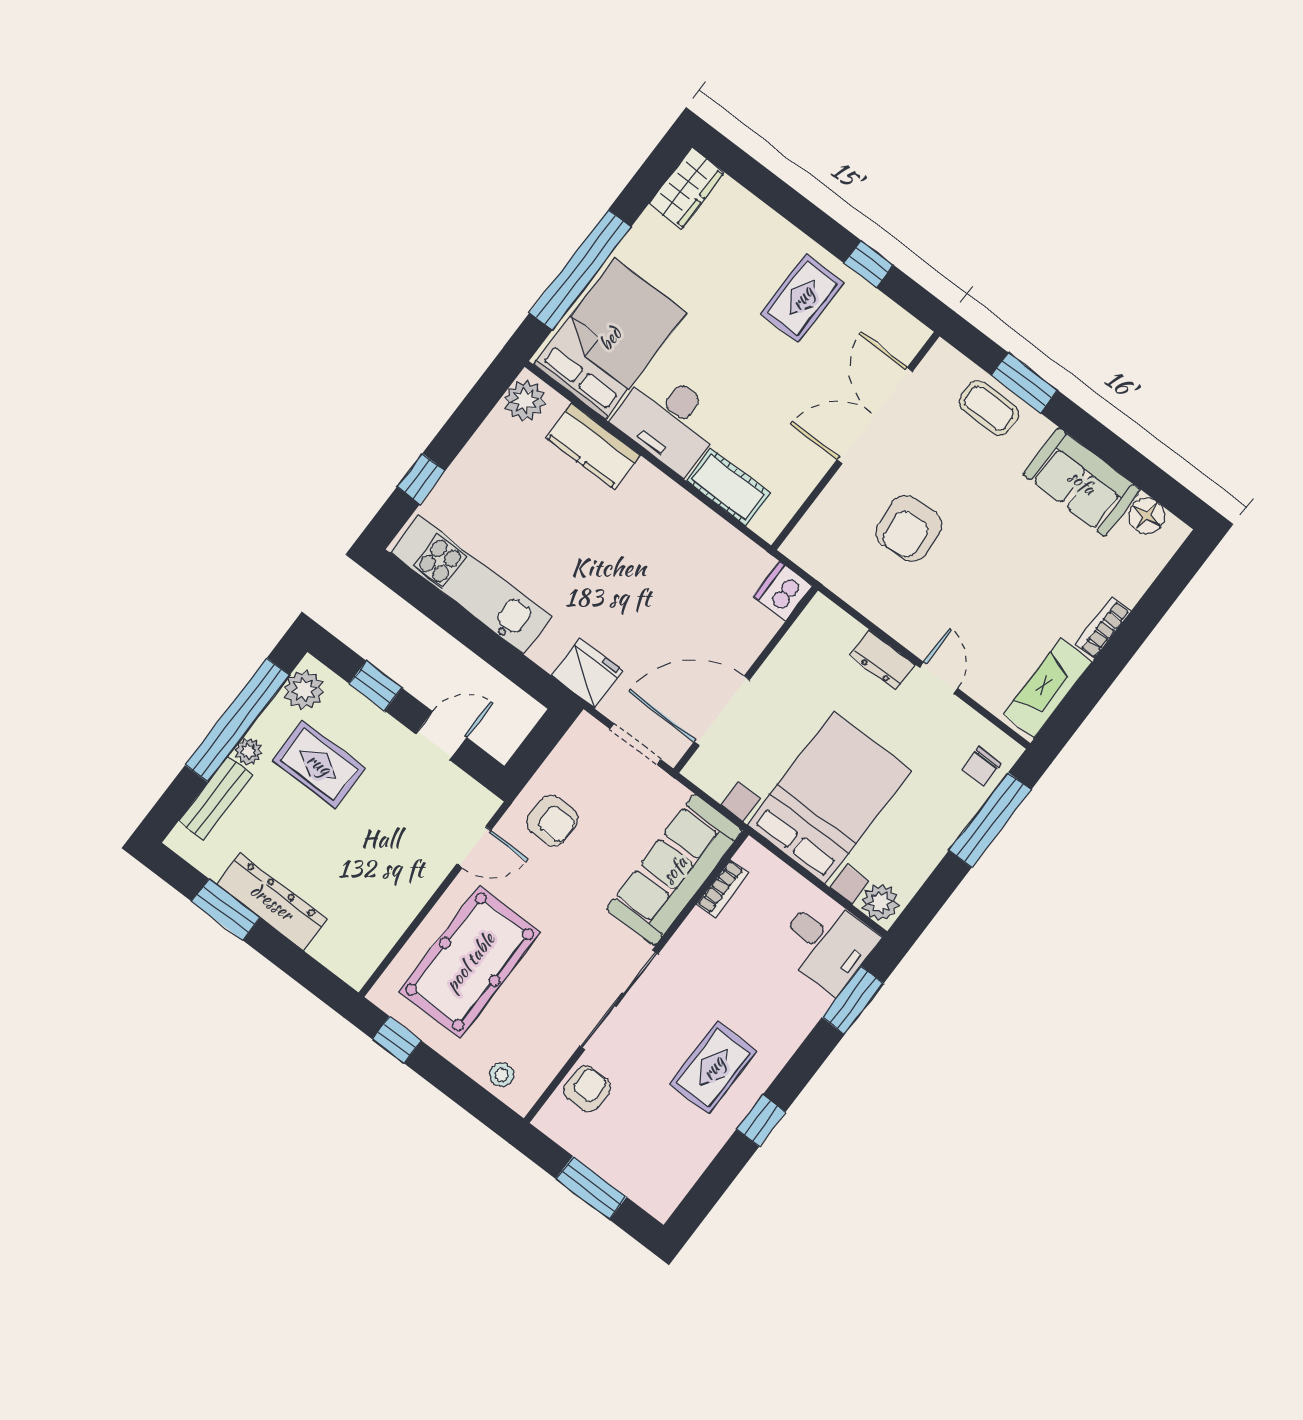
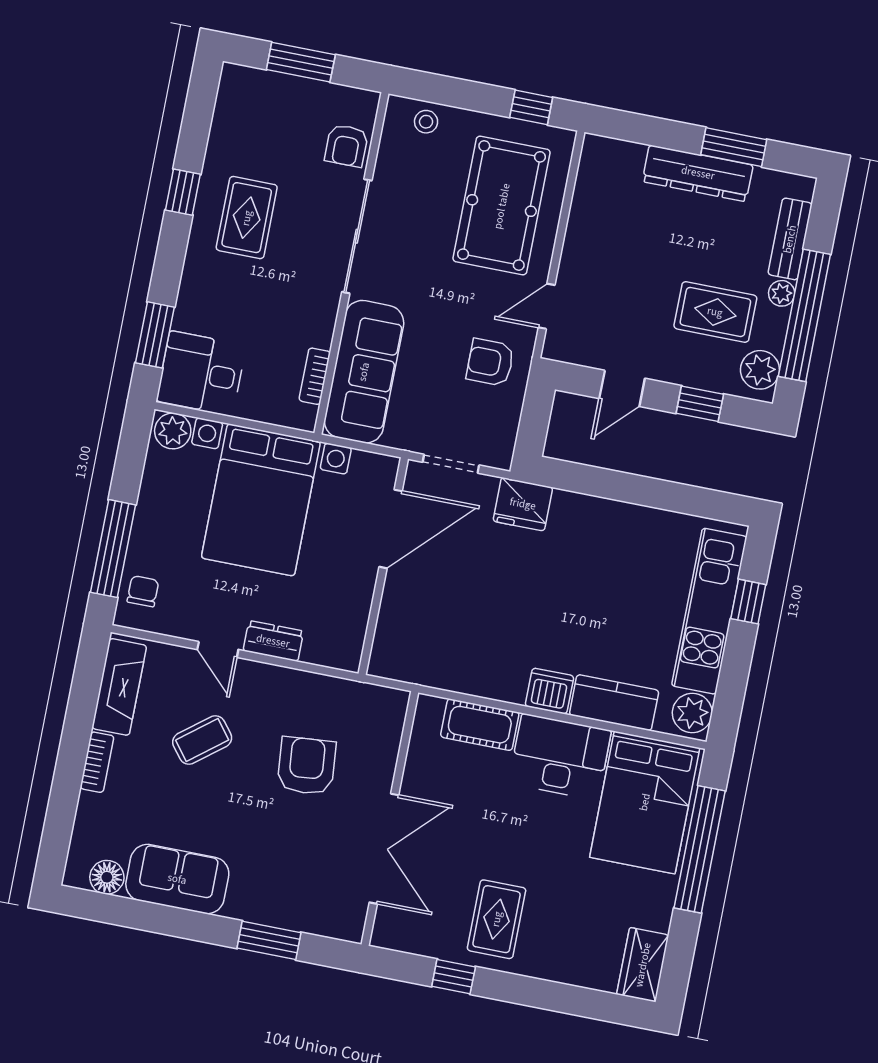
coffee table: (989, 408) -> (202, 740), moved, turned -38
kitchen unit: (471, 584) -> (709, 611), moved, turned 90
dishwasher: (783, 591) -> (550, 691), moved, turned -90

